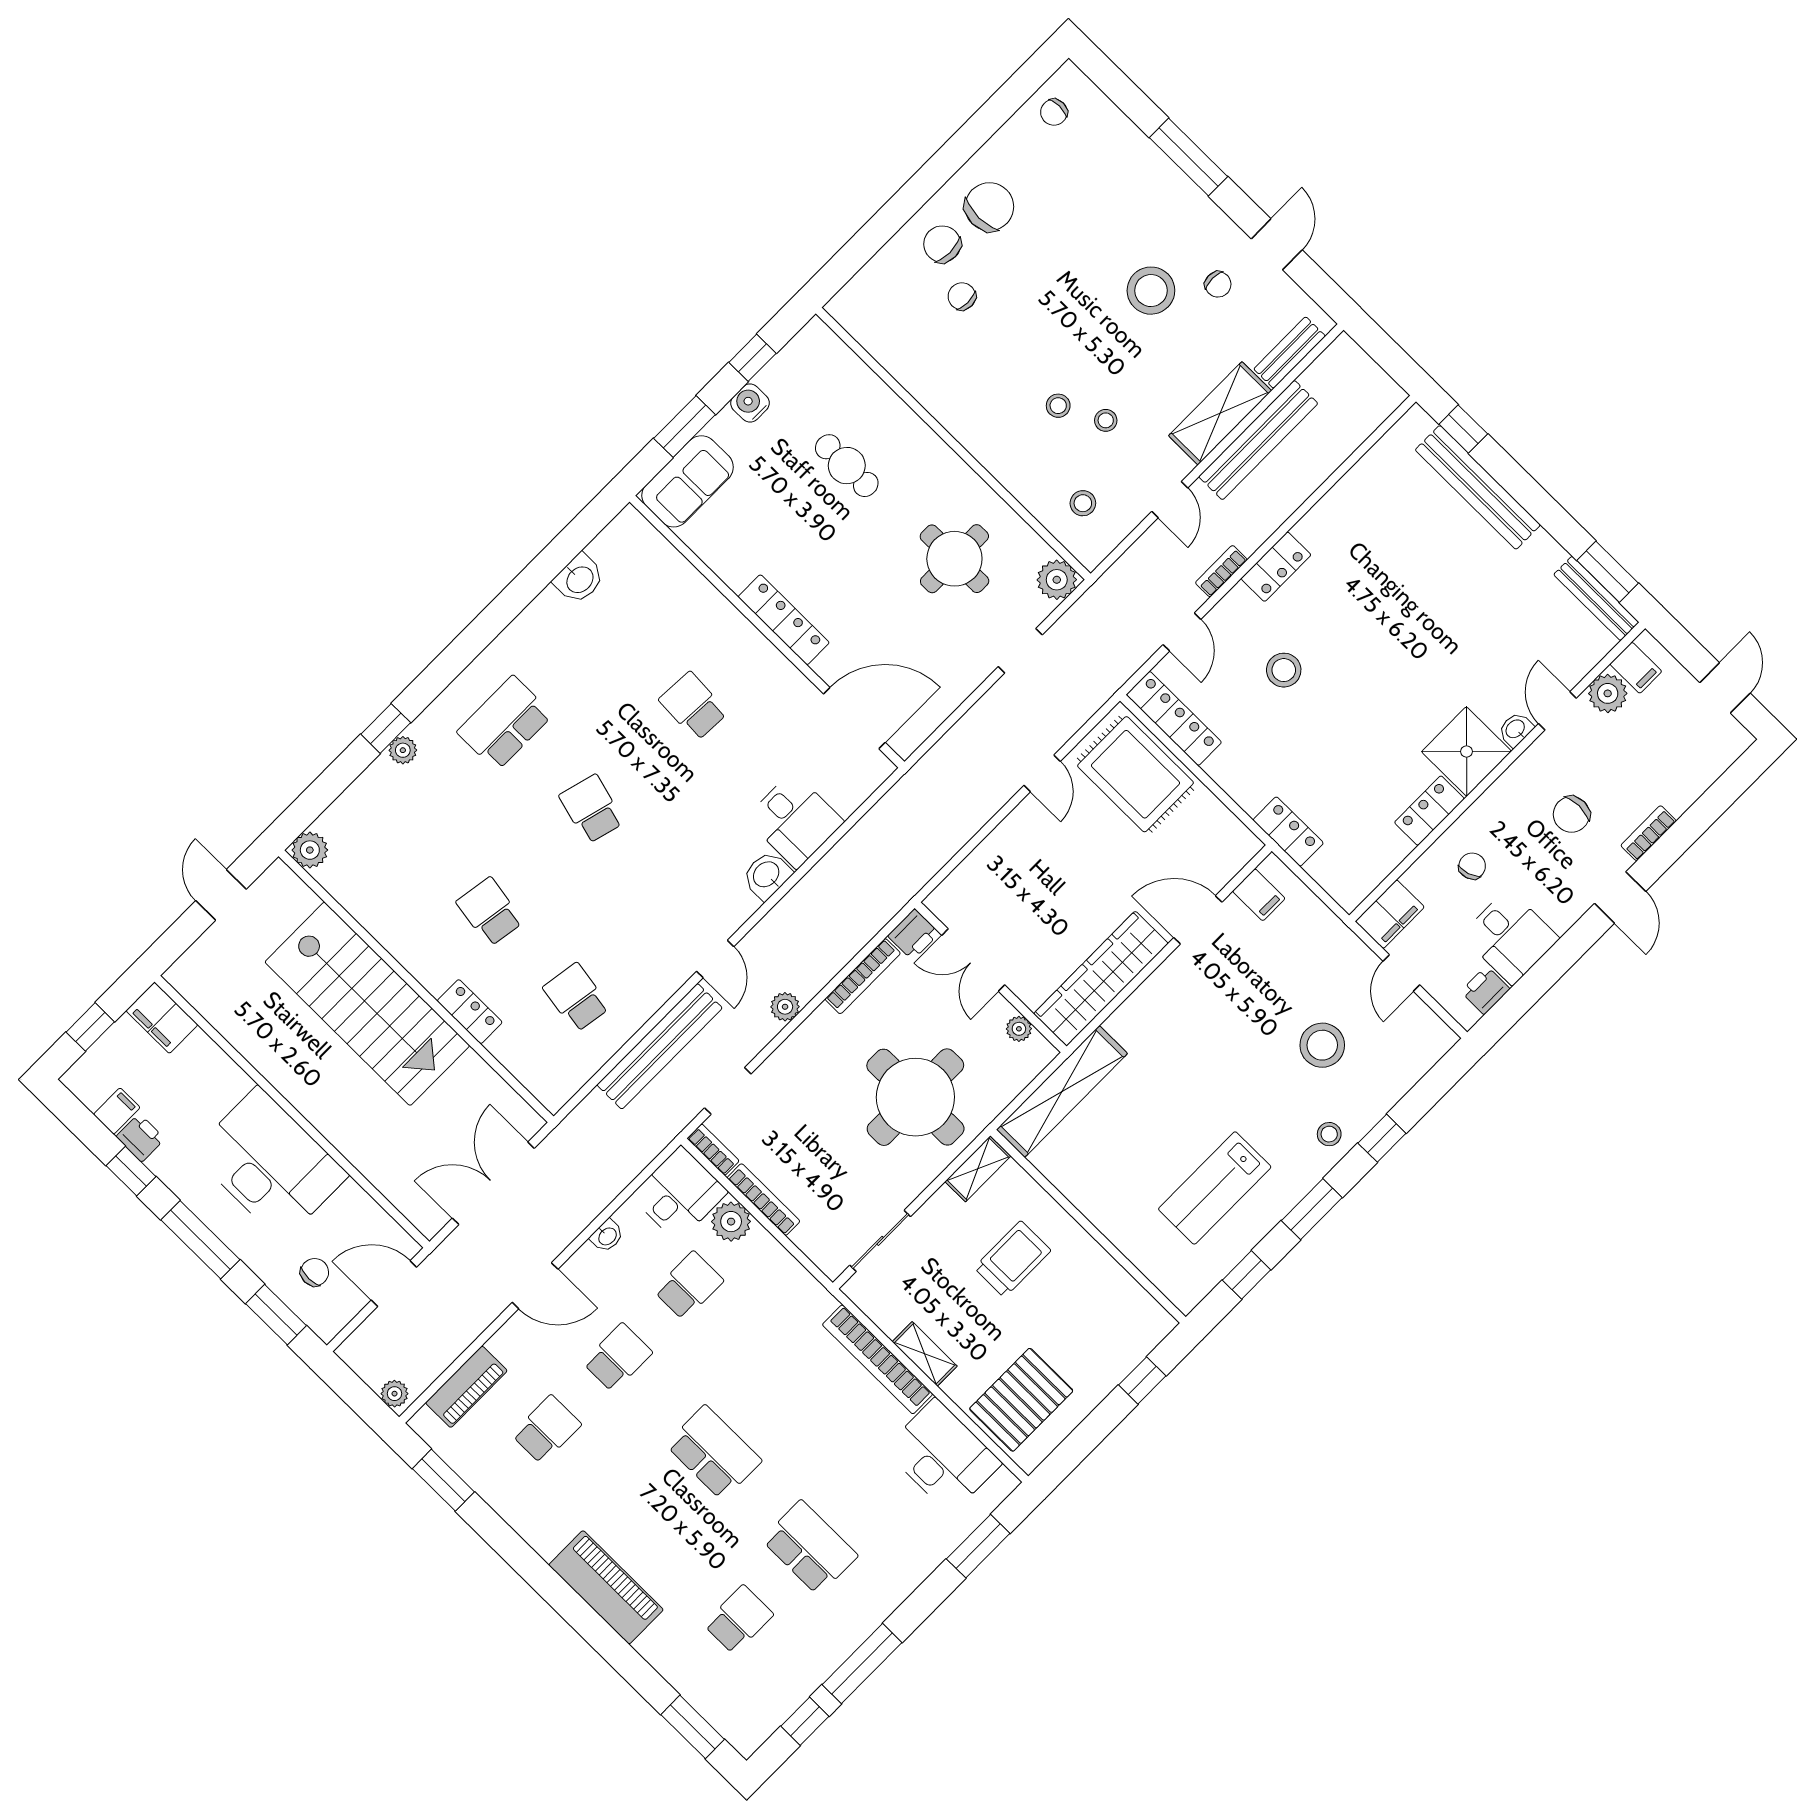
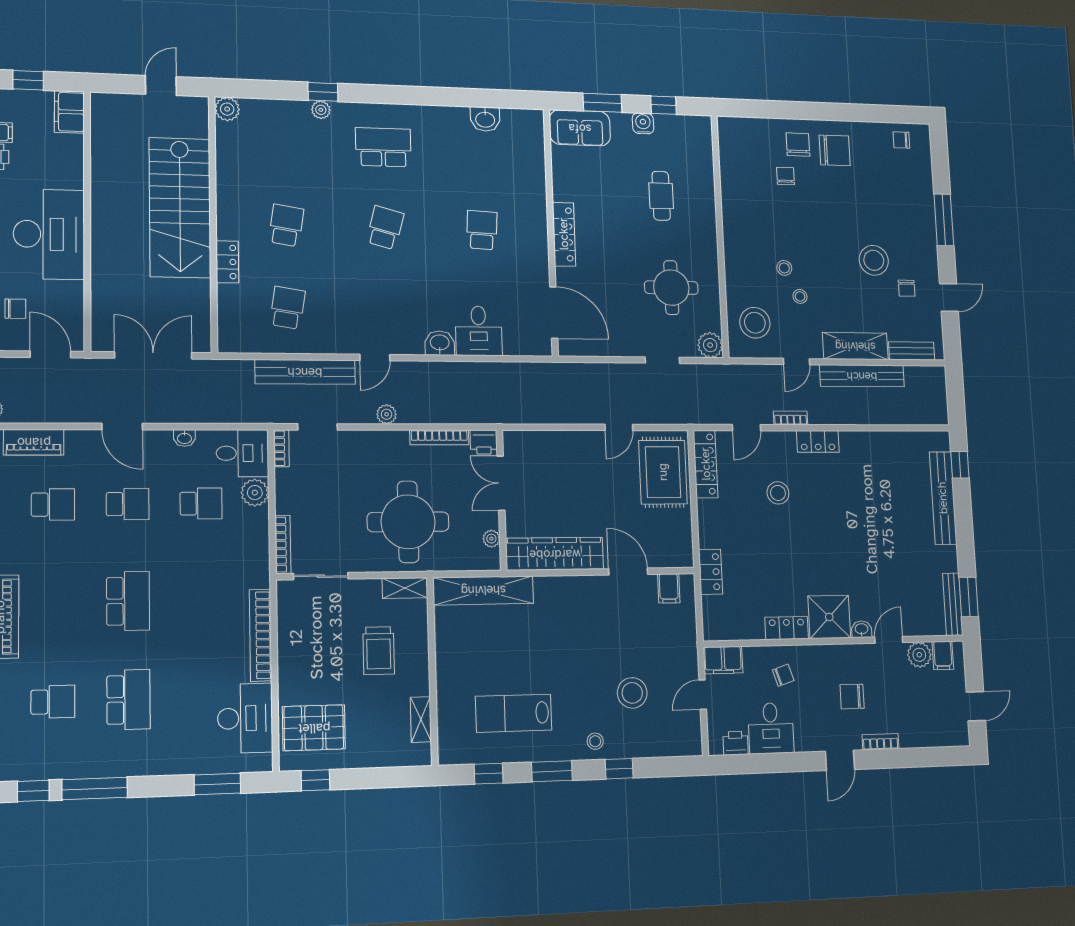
stool: (1083, 503) -> (755, 323), width x1.89, depth x1.89
bookcase: (763, 1200) -> (283, 544), moved
trolley: (1012, 1259) -> (379, 651), turned 90
shelving: (925, 1354) -> (421, 720), moved
window: (1142, 1380) -> (315, 780), moved

